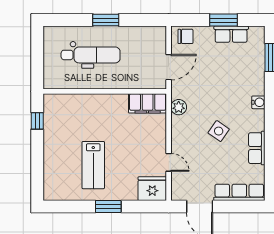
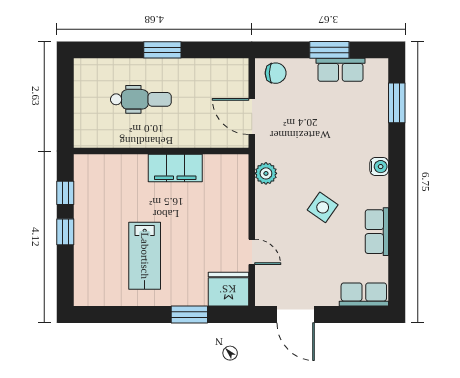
dental chair: (91, 55) -> (141, 99), width x0.73, depth x0.72
door: (169, 67) -> (252, 117), swing flipped
filing cabinet: (148, 103) -> (175, 168), moved
window: (37, 148) -> (65, 232), added
row of seats: (239, 192) -> (364, 295), width x0.68
window: (108, 207) -> (189, 315), moved

